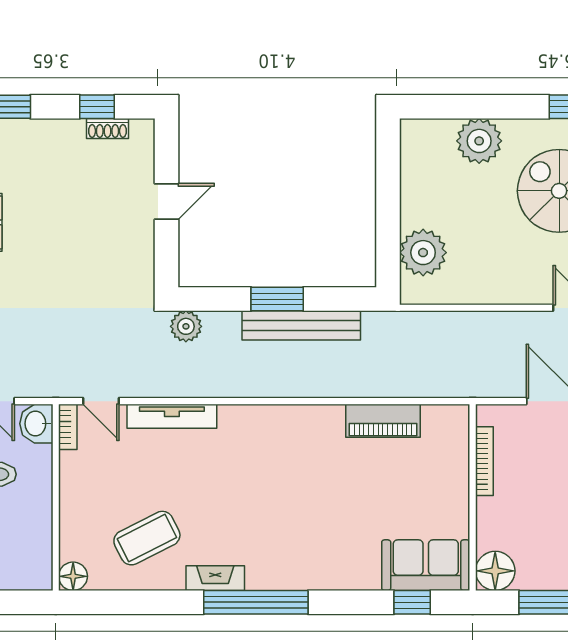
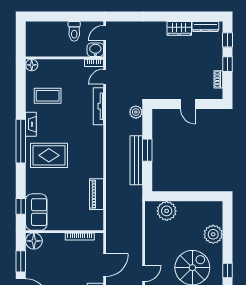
window: (97, 107) -> (227, 64), moved
rug: (290, 535) -> (49, 155), added
coffee table: (147, 538) -> (48, 96), turned -63

